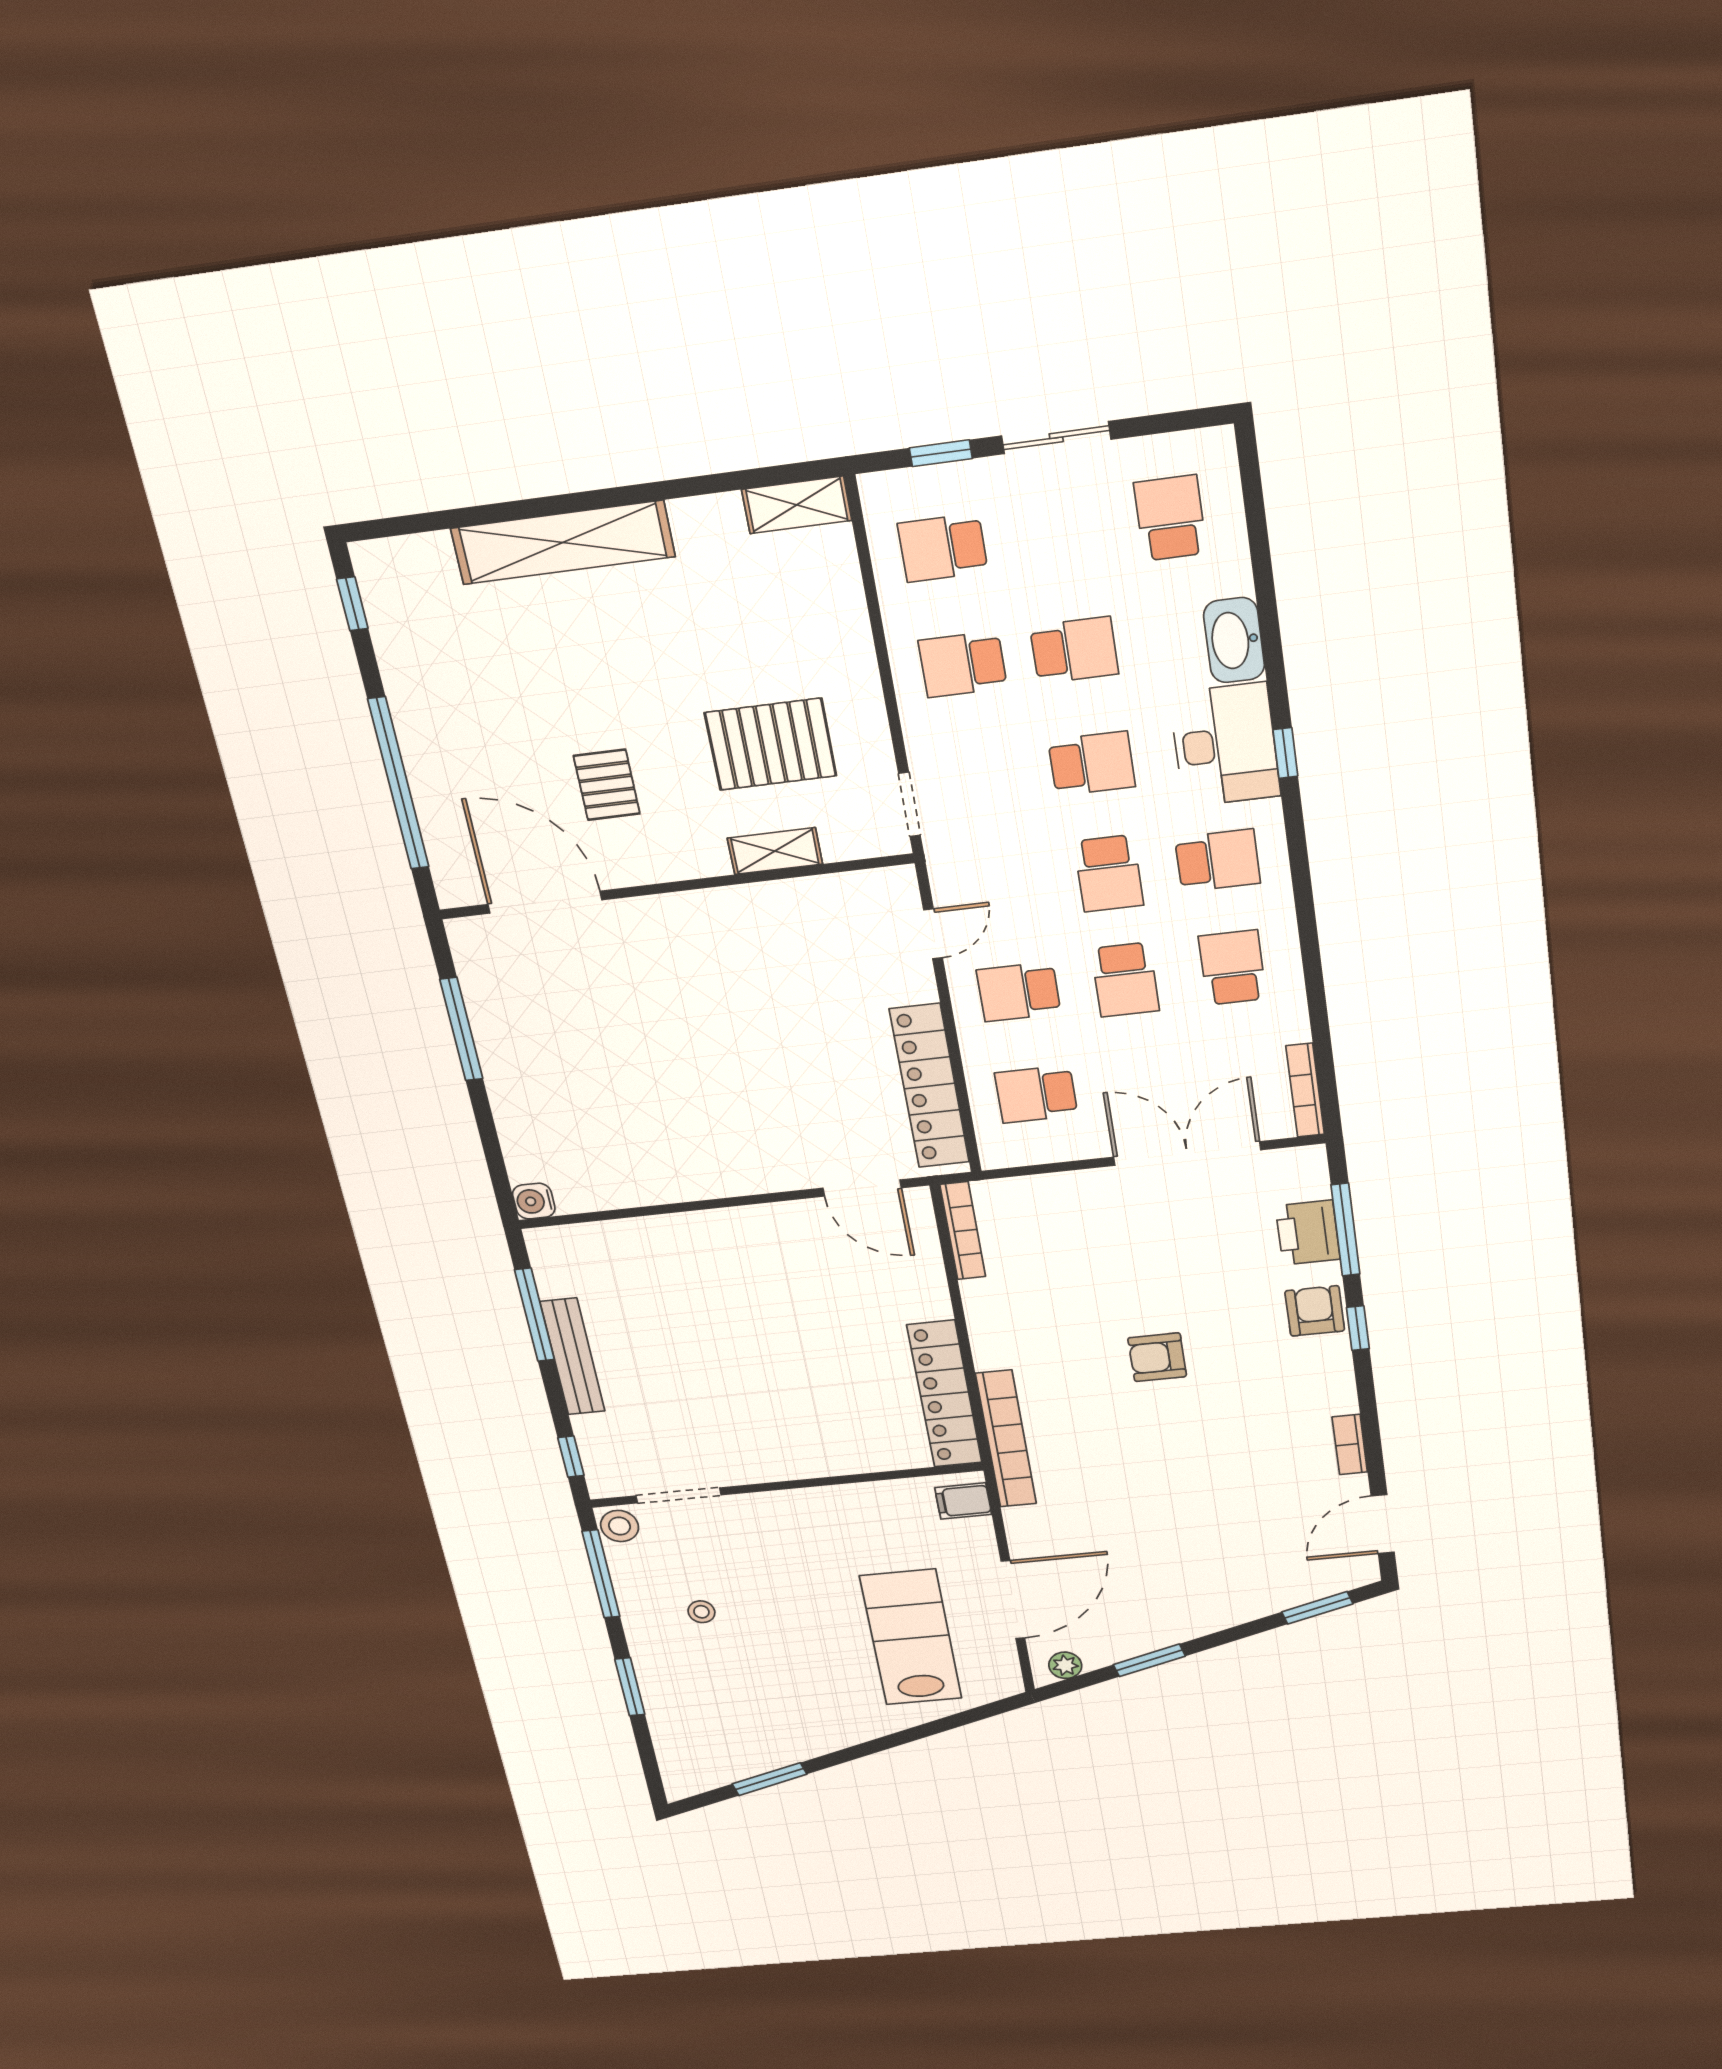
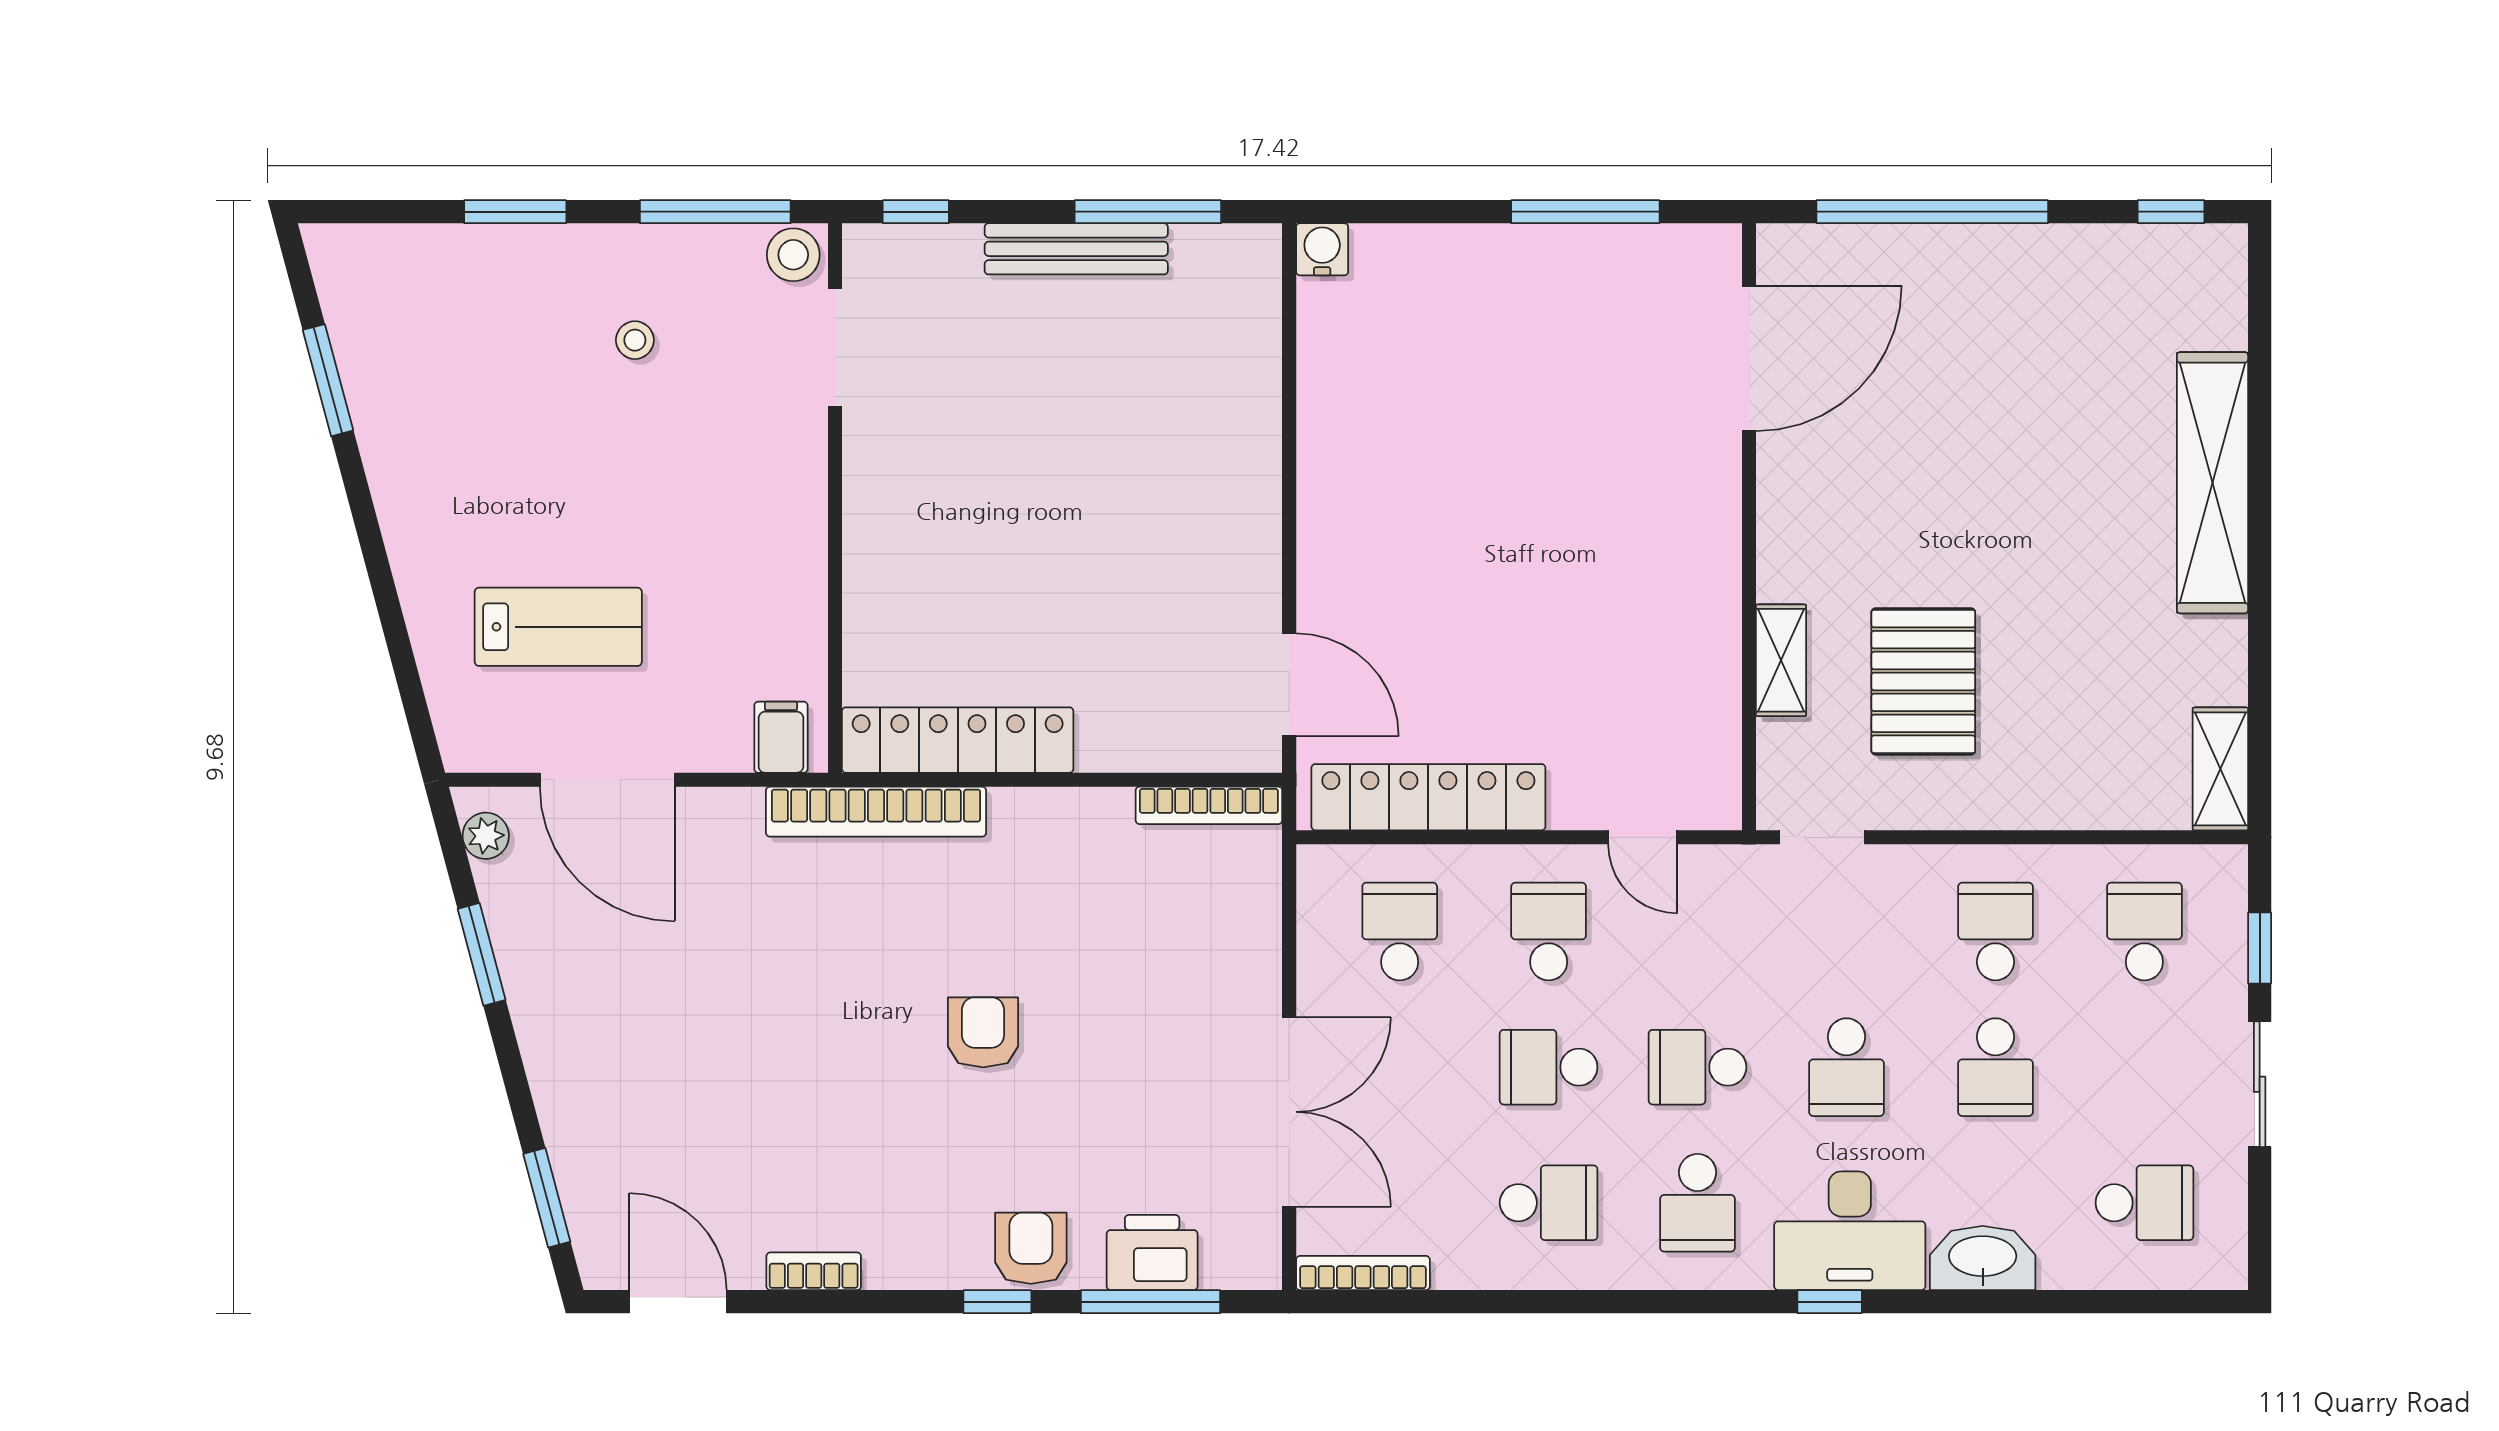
pallet: (607, 785) -> (1897, 470), removed
door: (862, 1188) -> (1289, 685), swing flipped
armchair: (1315, 1311) -> (1031, 1248), turned -90
lab bench: (911, 1637) -> (558, 627), width x0.73, depth x0.72

